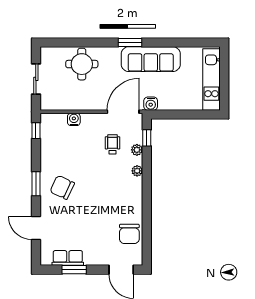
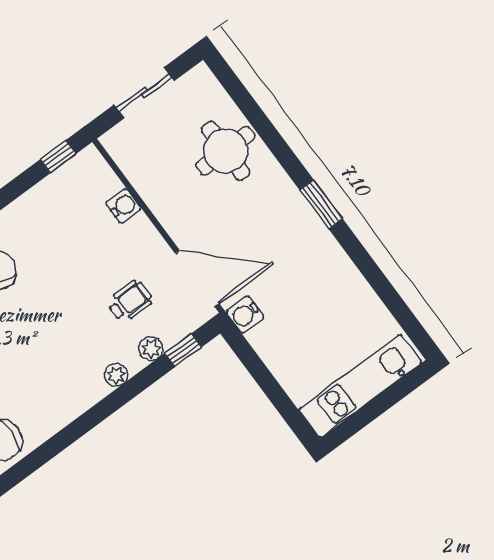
sofa: (151, 59) -> (319, 260), removed

